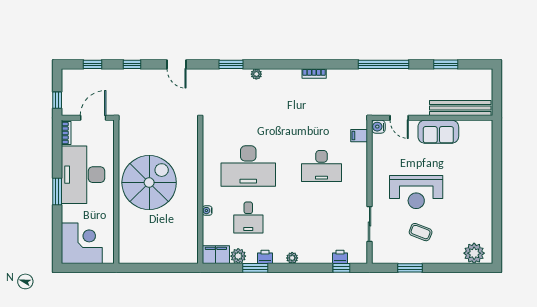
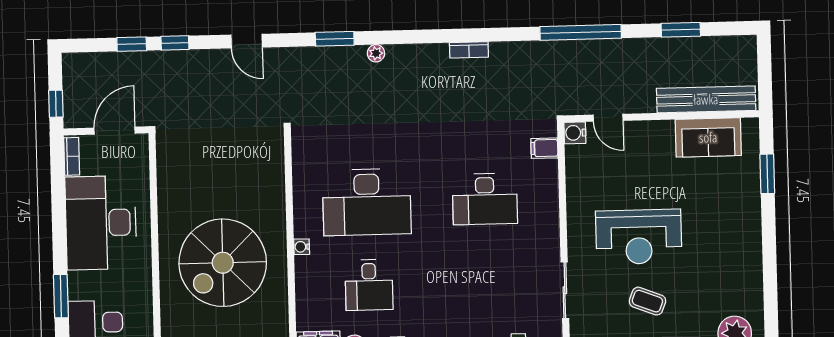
window: (93, 64) -> (132, 44), moved
sofa: (438, 132) -> (708, 137), moved
window: (497, 155) -> (767, 174), added
spiral stairs: (149, 183) -> (223, 263), moved, turned 180
window: (57, 191) -> (61, 296), moved
water cooler: (207, 211) -> (302, 247), moved

